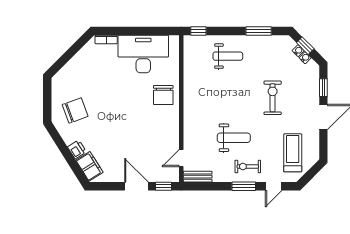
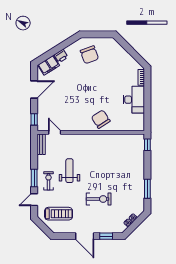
window: (305, 46) -> (137, 223), removed
desk: (143, 54) -> (134, 100), width x0.73, depth x0.77
weight bench: (228, 56) -> (129, 166), removed
chair: (163, 95) -> (101, 119), turned 57
weight bench: (234, 138) -> (69, 171), turned 180
door: (136, 186) -> (34, 89), moved
door: (274, 186) -> (34, 200), hinge flipped

